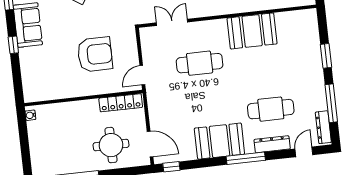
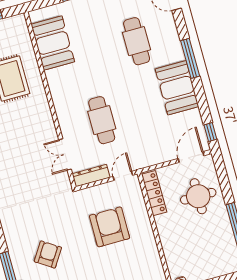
booth: (252, 31) -> (53, 43), moved
door: (142, 75) -> (123, 176), swing flipped
dresser: (272, 144) -> (91, 176), moved, turned 90

